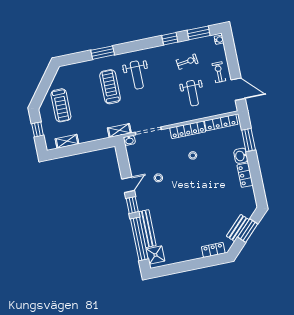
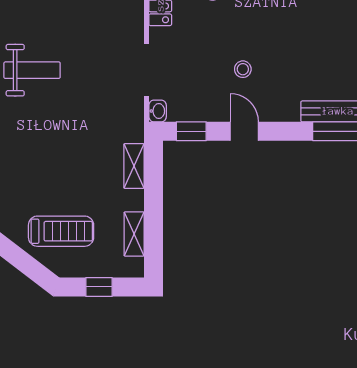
treadmill: (110, 87) -> (44, 127), removed
shelving: (119, 130) -> (134, 166), moved
window: (132, 205) -> (191, 131), moved

